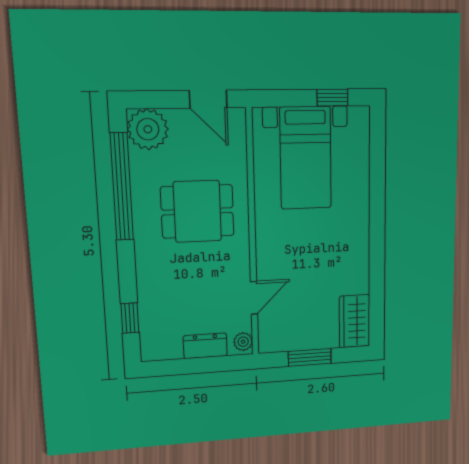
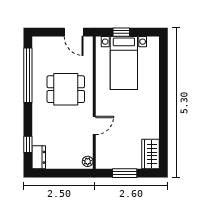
window: (332, 98) -> (121, 32), moved
plant: (148, 129) -> (43, 47), removed
door: (254, 298) -> (94, 125), moved
dresser: (205, 346) -> (39, 157), moved, turned 90

